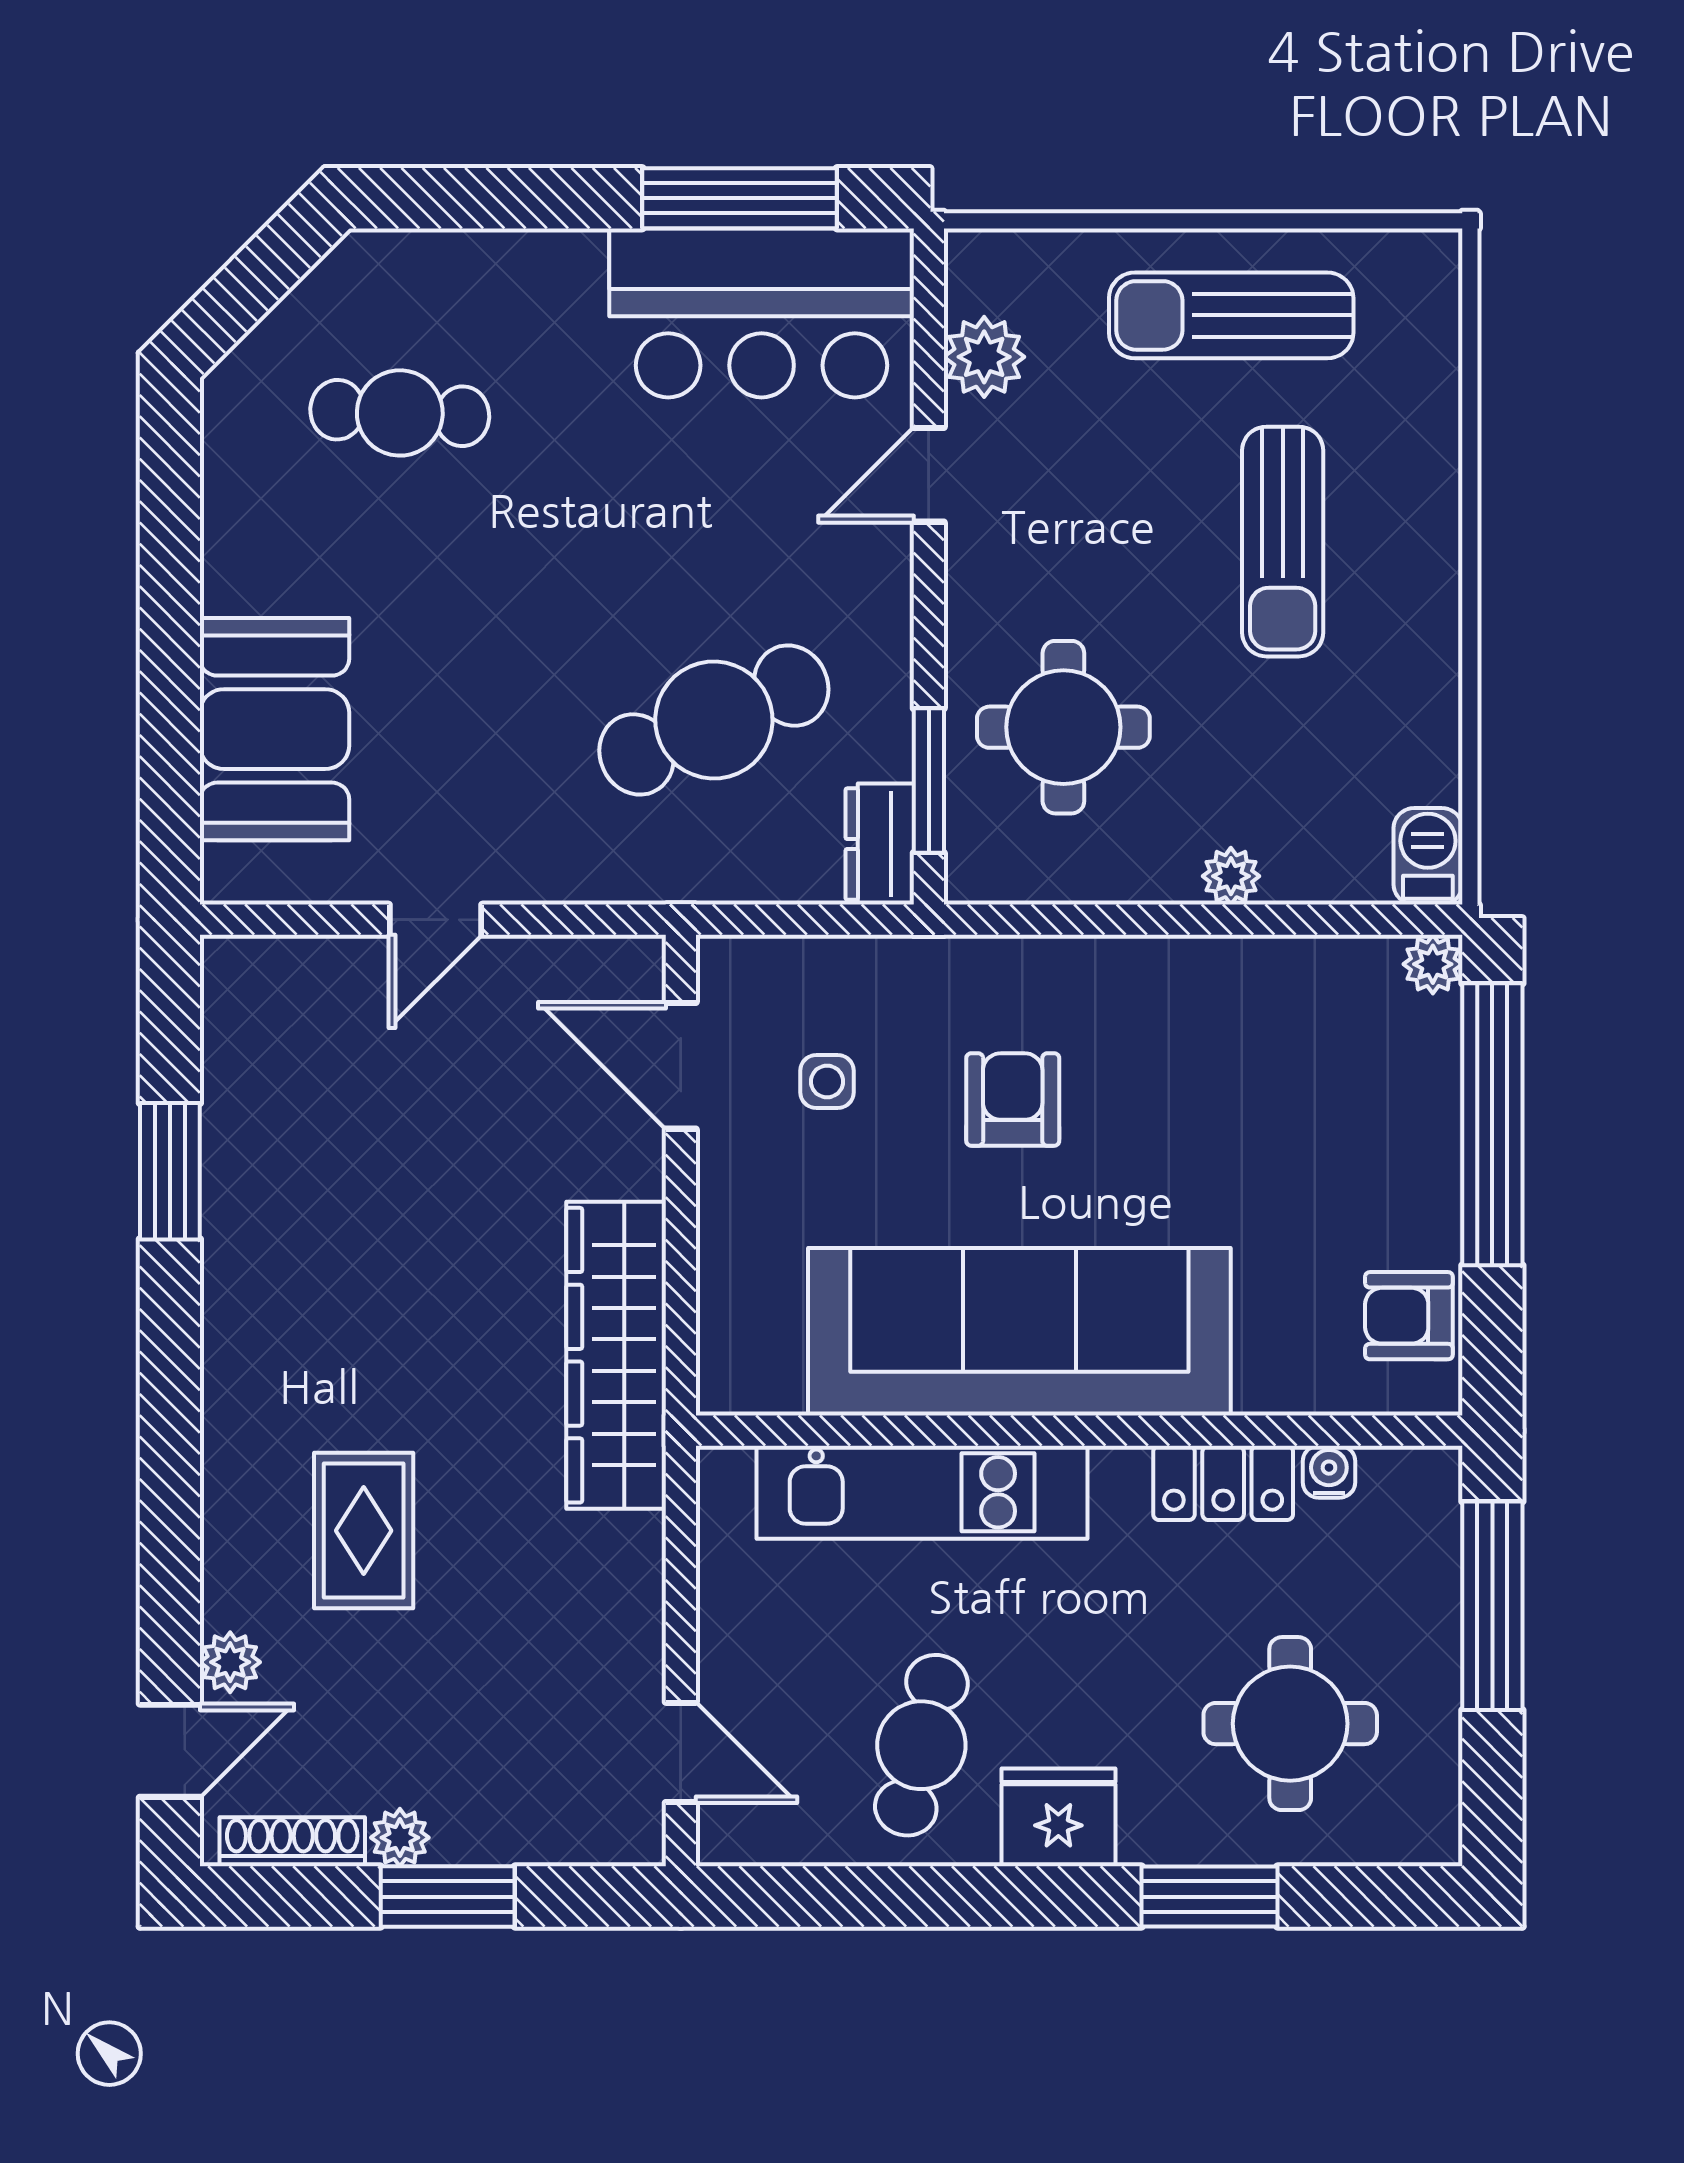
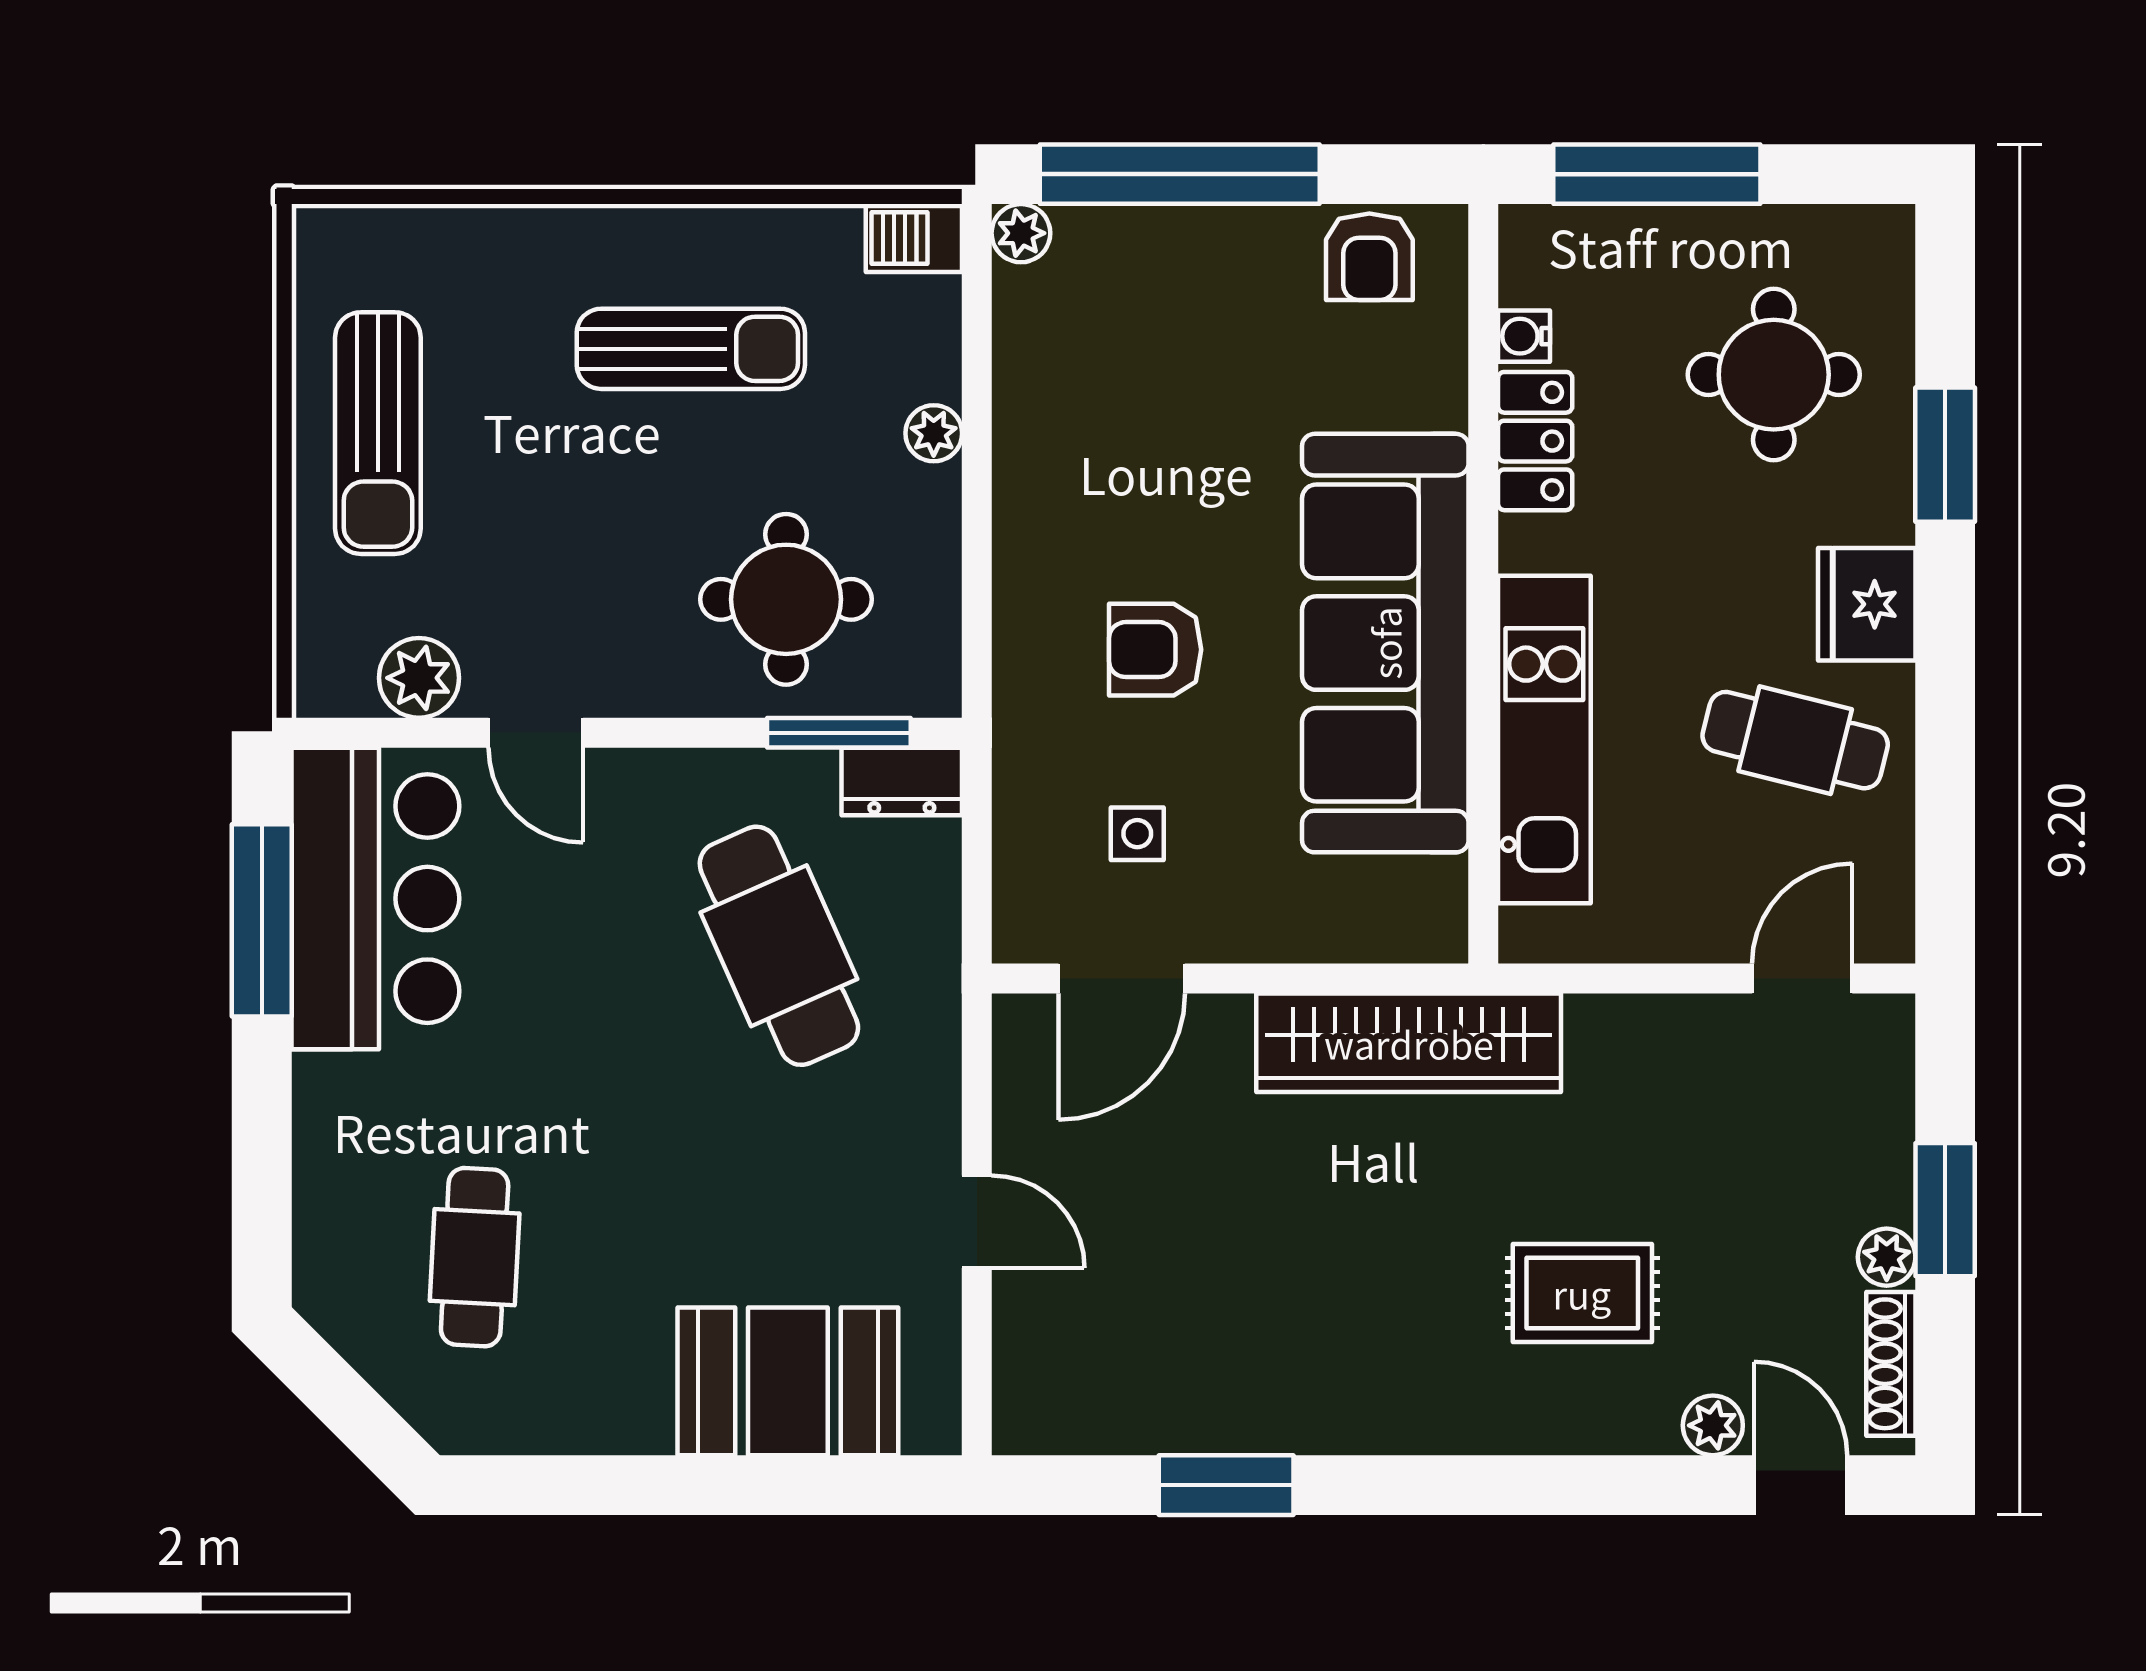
sun lounger: (1283, 542) -> (691, 349), moved

